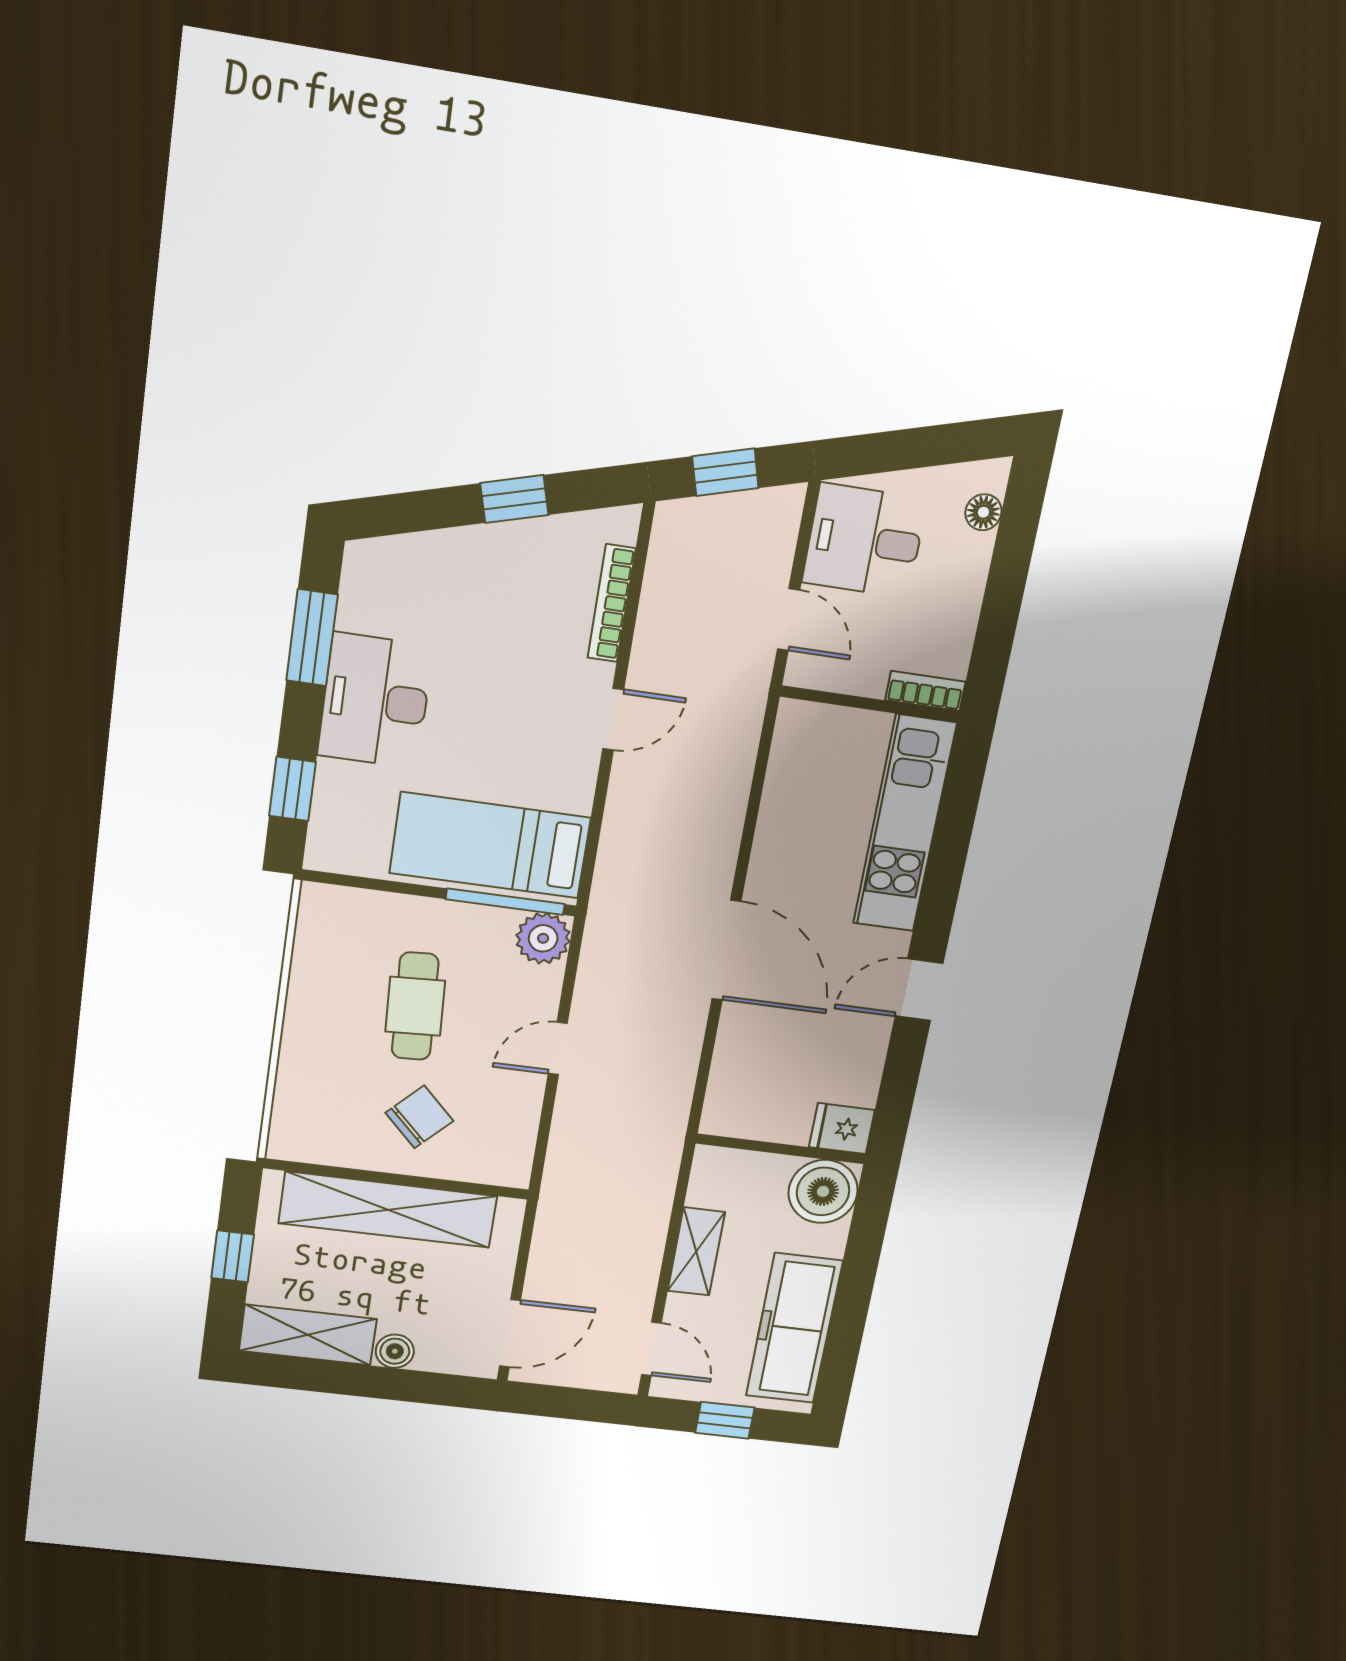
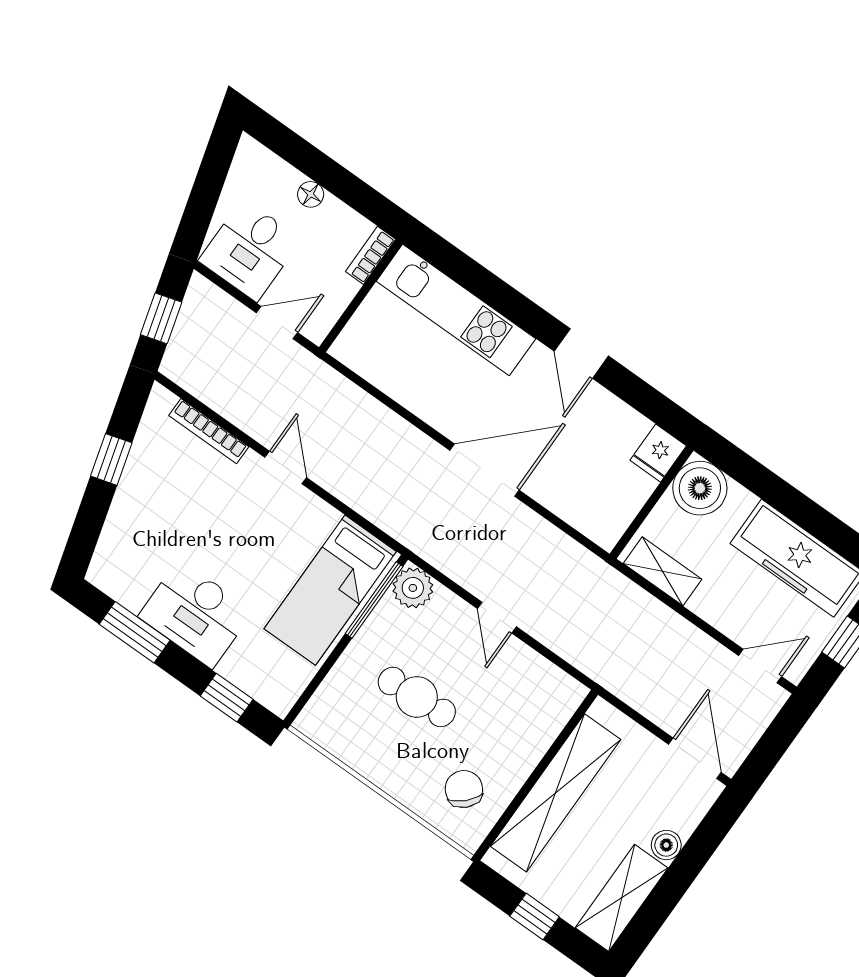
floor lamp: (983, 512) -> (311, 194), moved
chair: (419, 1117) -> (464, 789), moved
shelving: (696, 1251) -> (663, 571), moved

